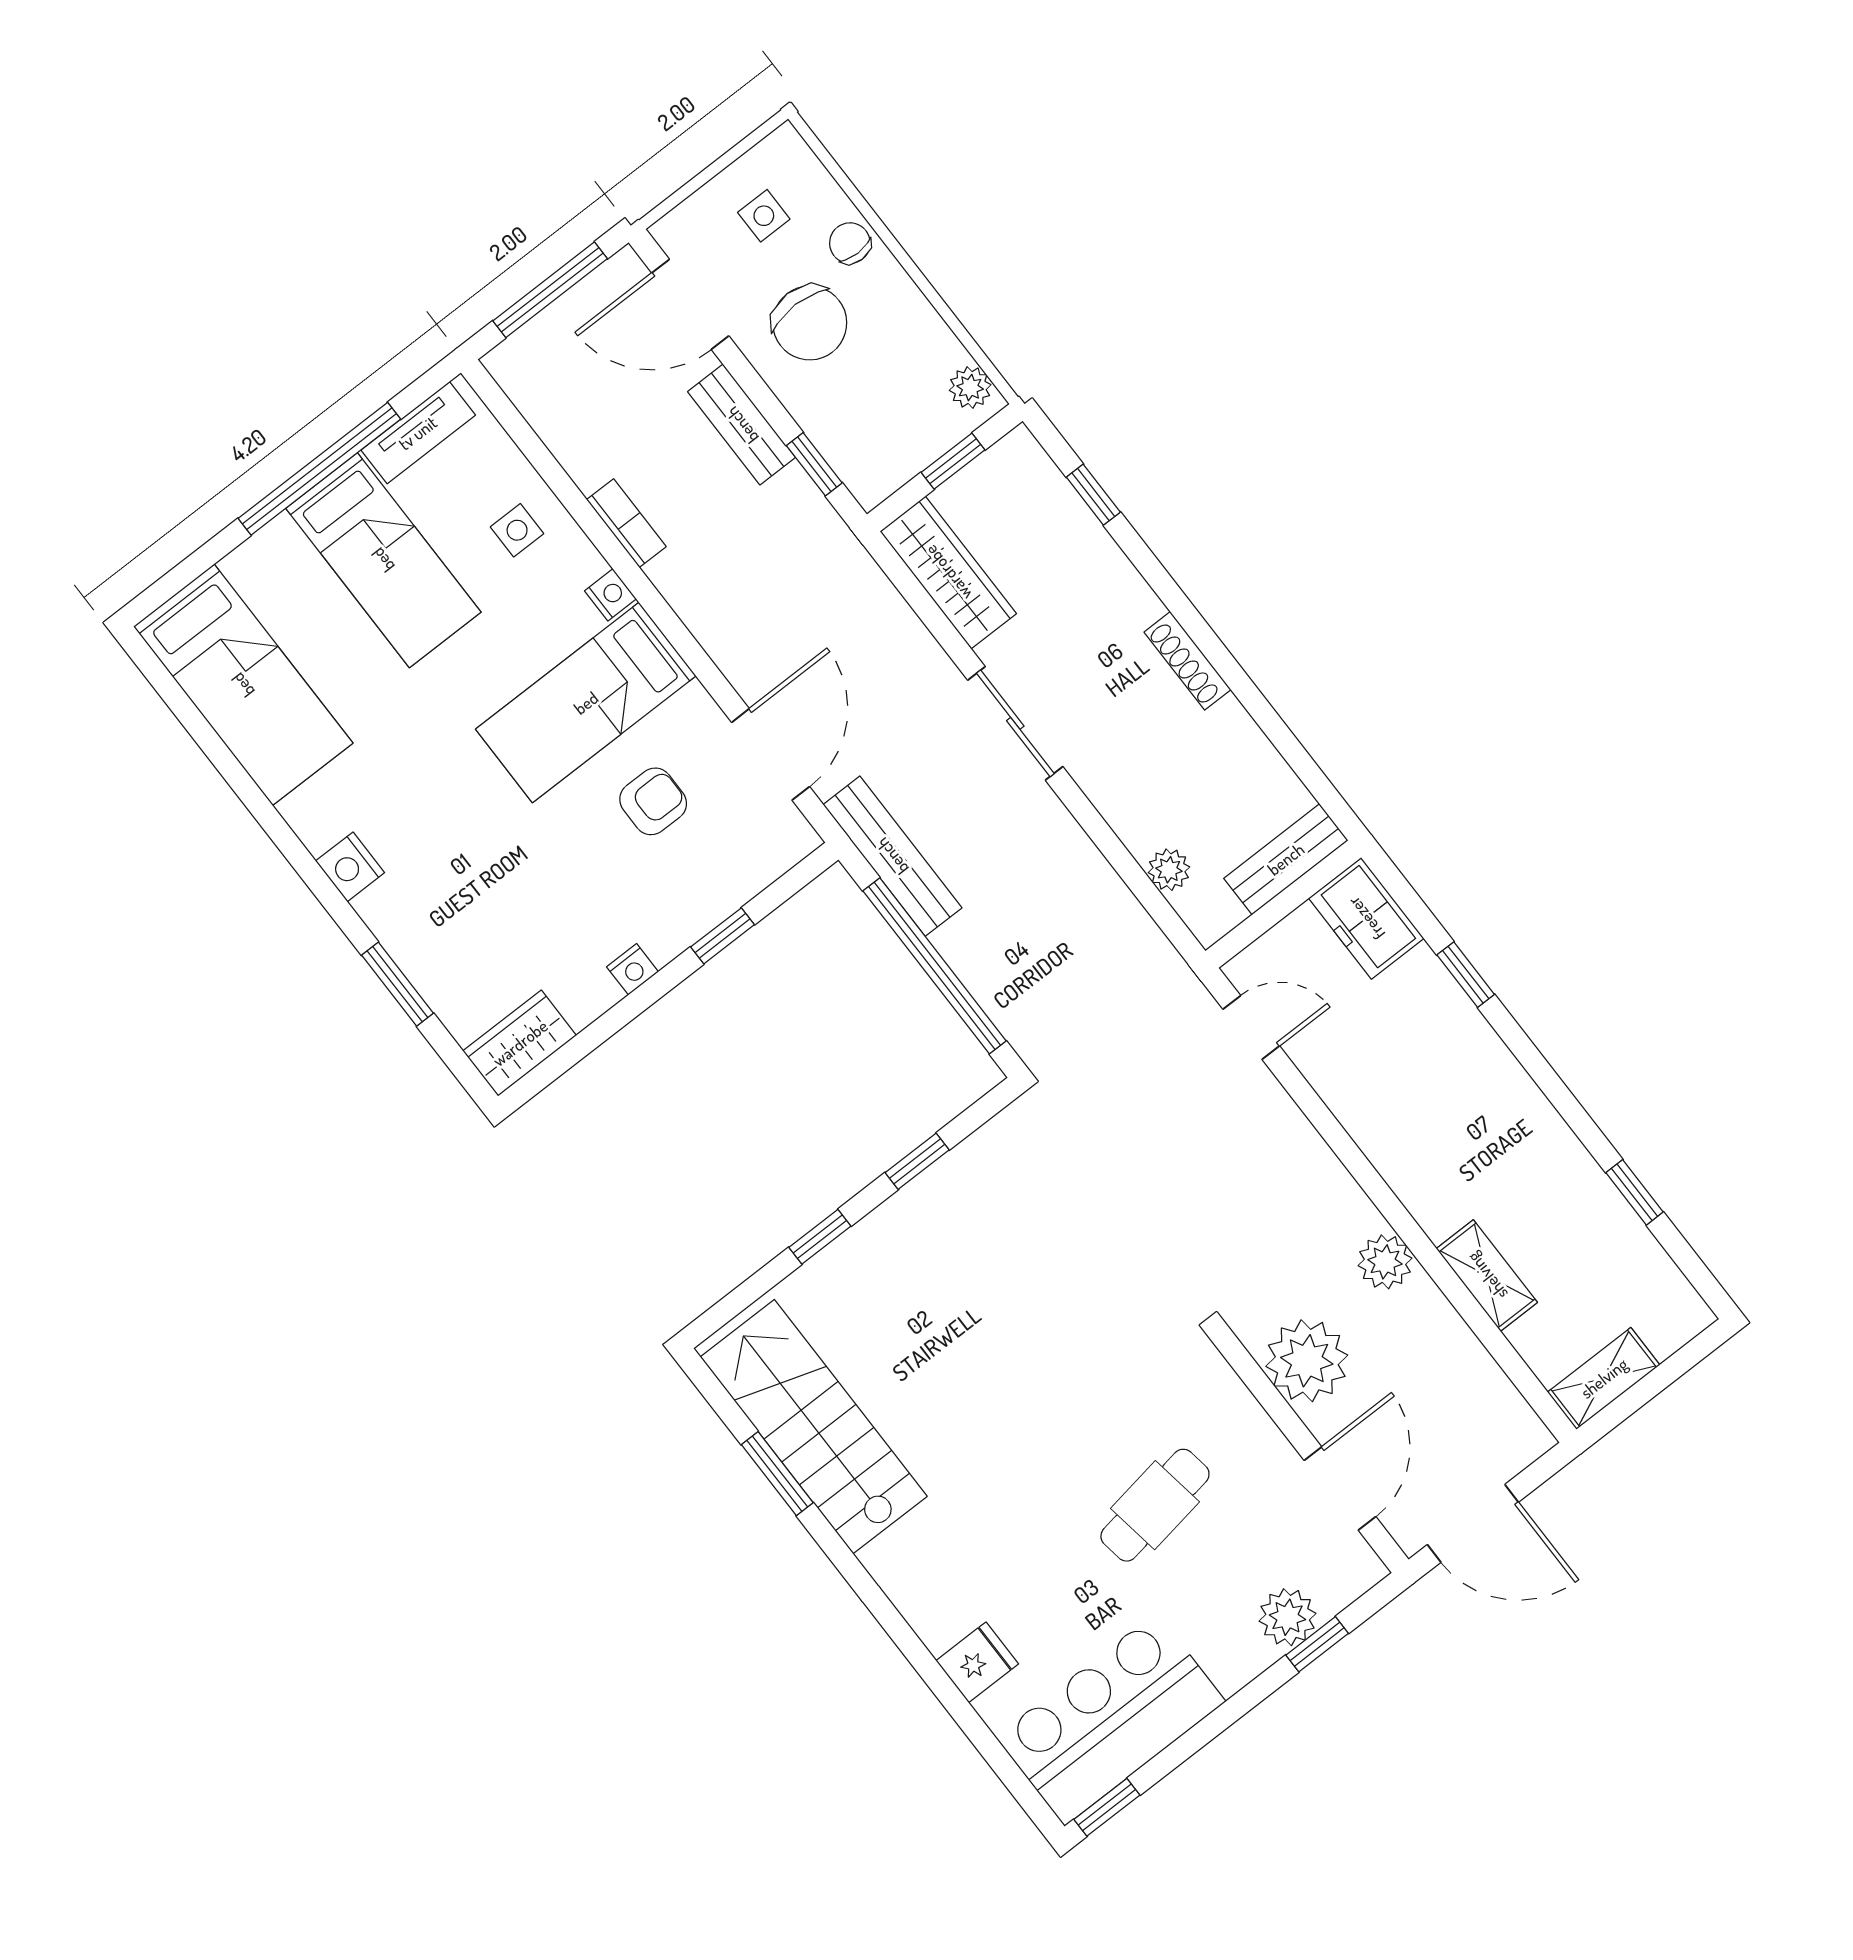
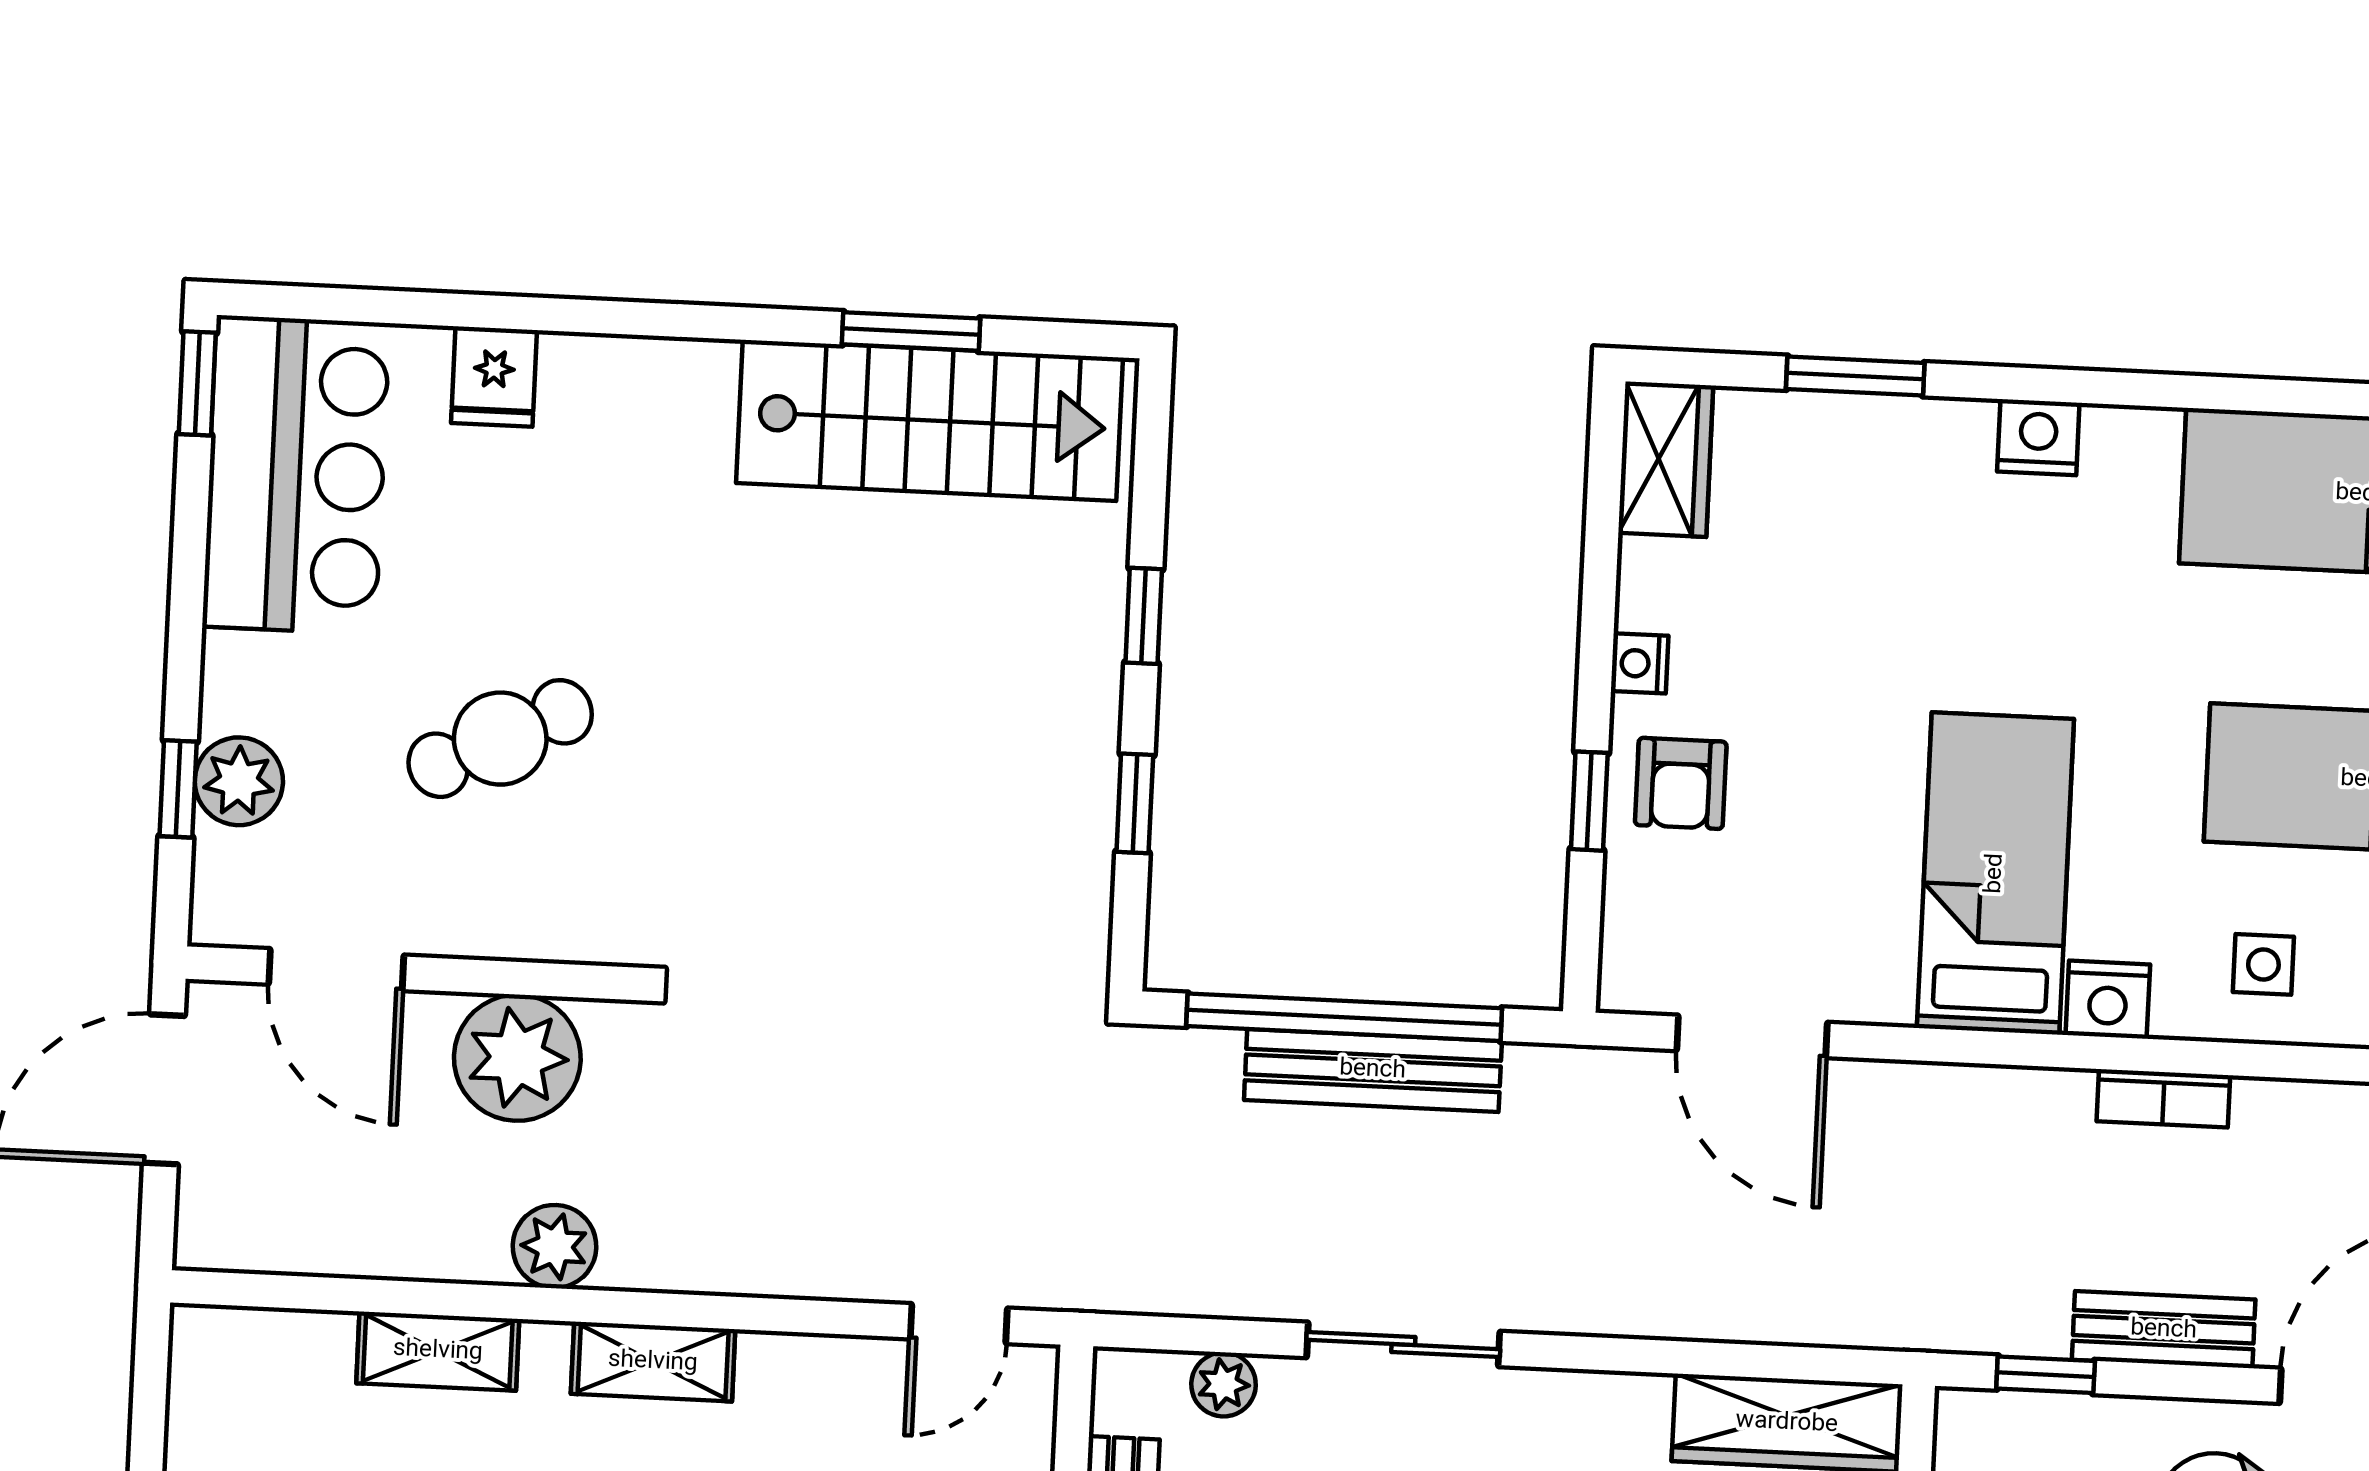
nightstand: (610, 595) -> (2108, 1000), width x1.39, depth x1.35
sliding door: (1015, 723) -> (1403, 1344), moved
armchair: (653, 801) -> (1681, 783), moved
bench: (892, 856) -> (1373, 1070), moved
shelving: (1604, 1378) -> (653, 1362), moved, turned 90
cafe table: (1155, 1505) -> (500, 739), turned 73

